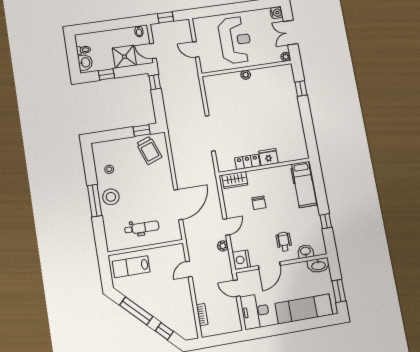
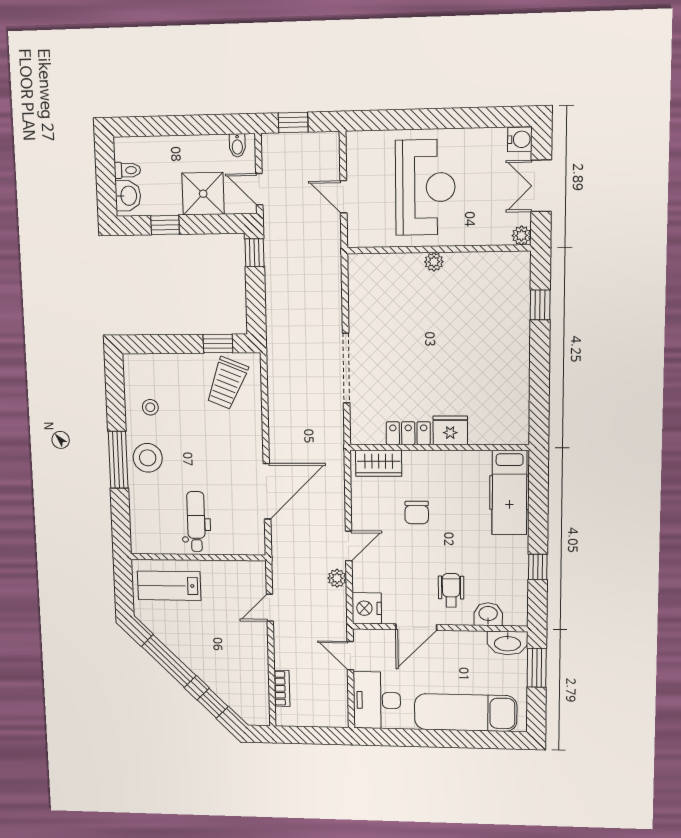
trolley: (149, 150) -> (227, 383), turned 42
dental chair: (142, 228) -> (196, 522), turned -90
window: (339, 291) -> (537, 668), moved

